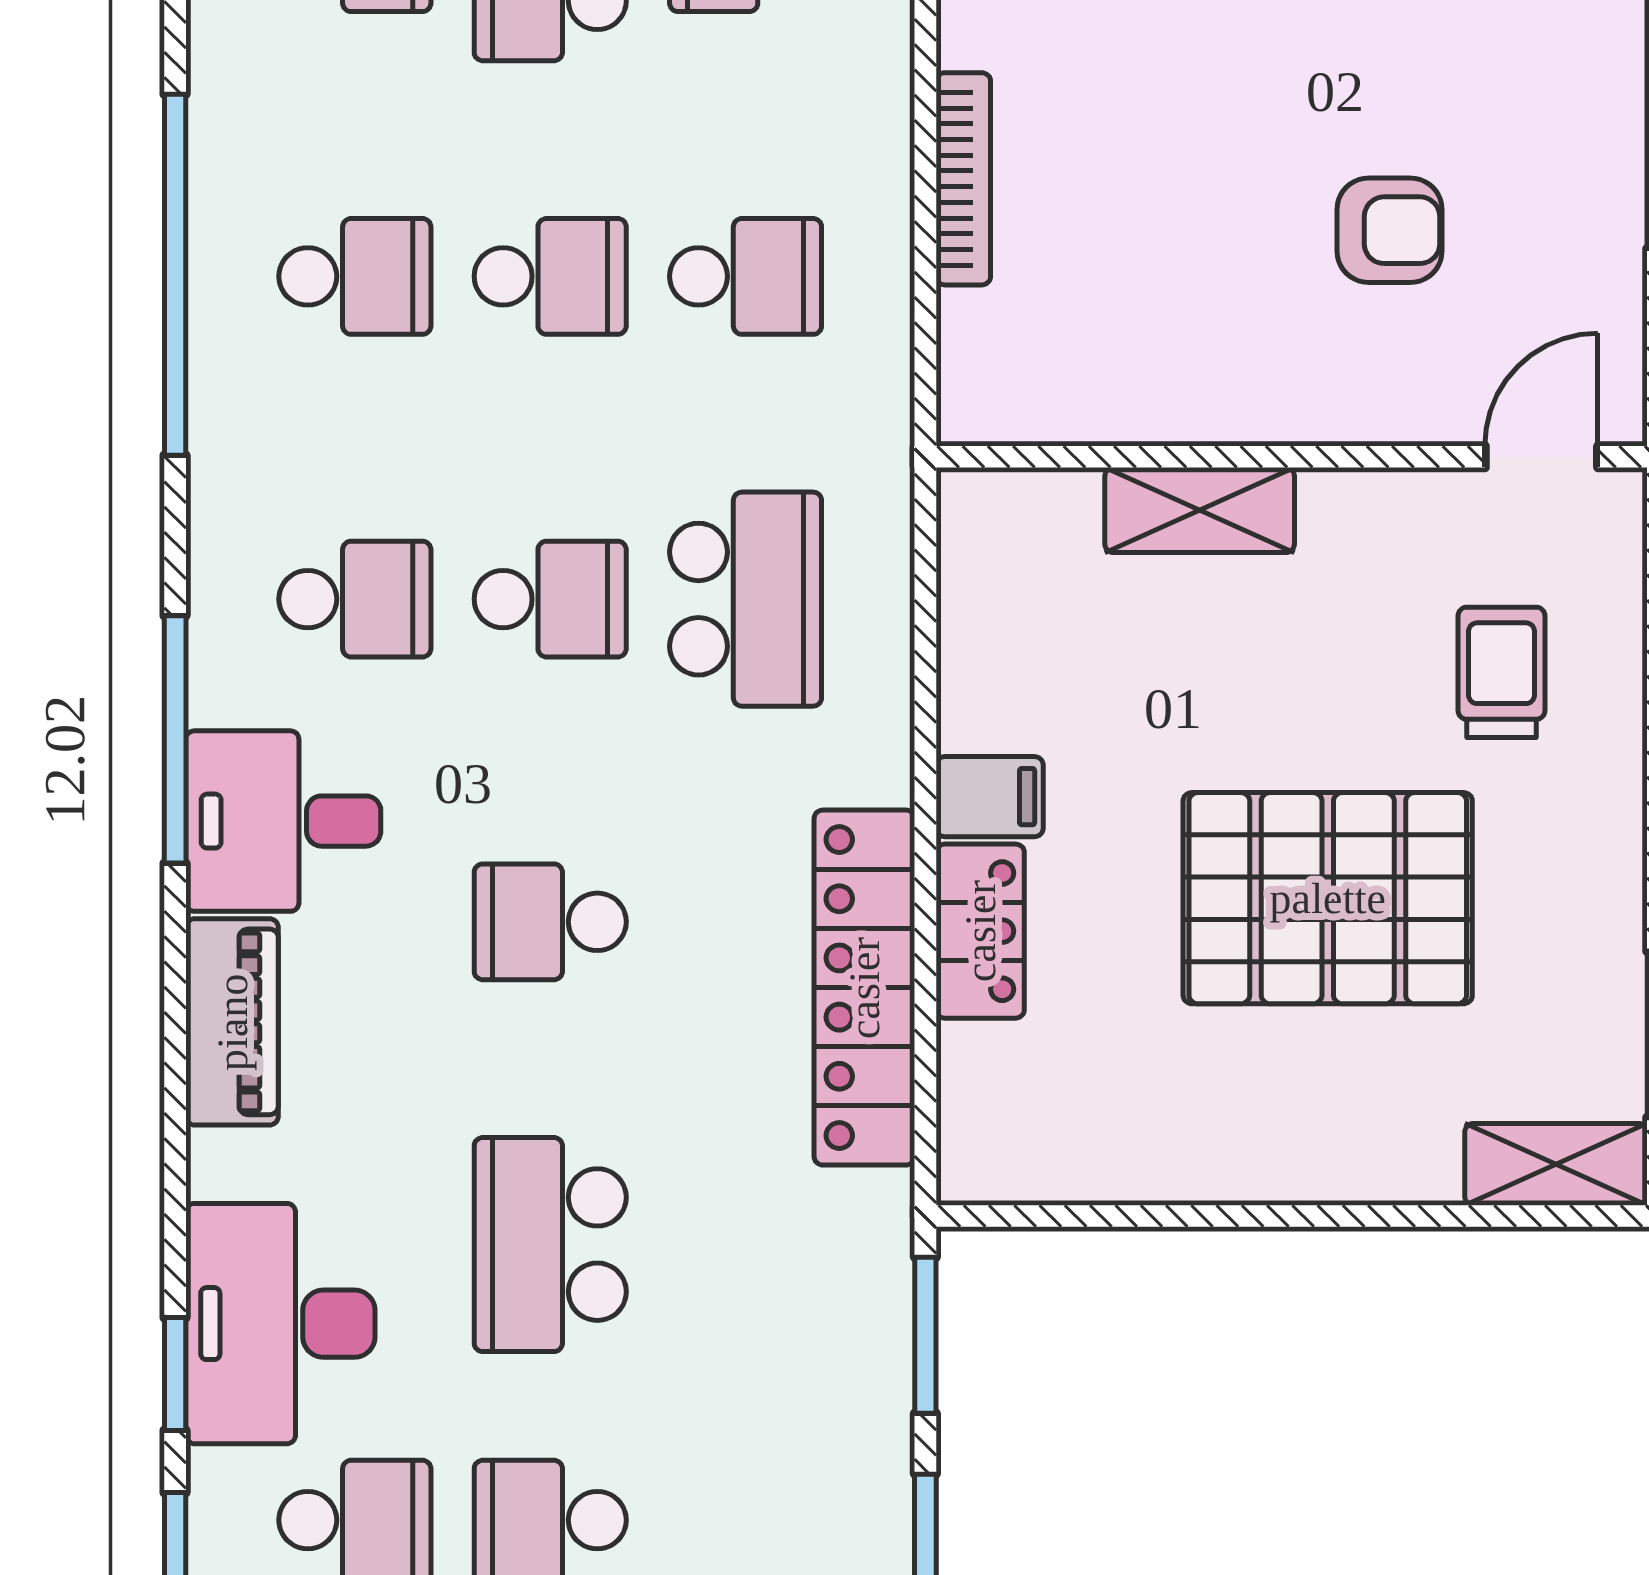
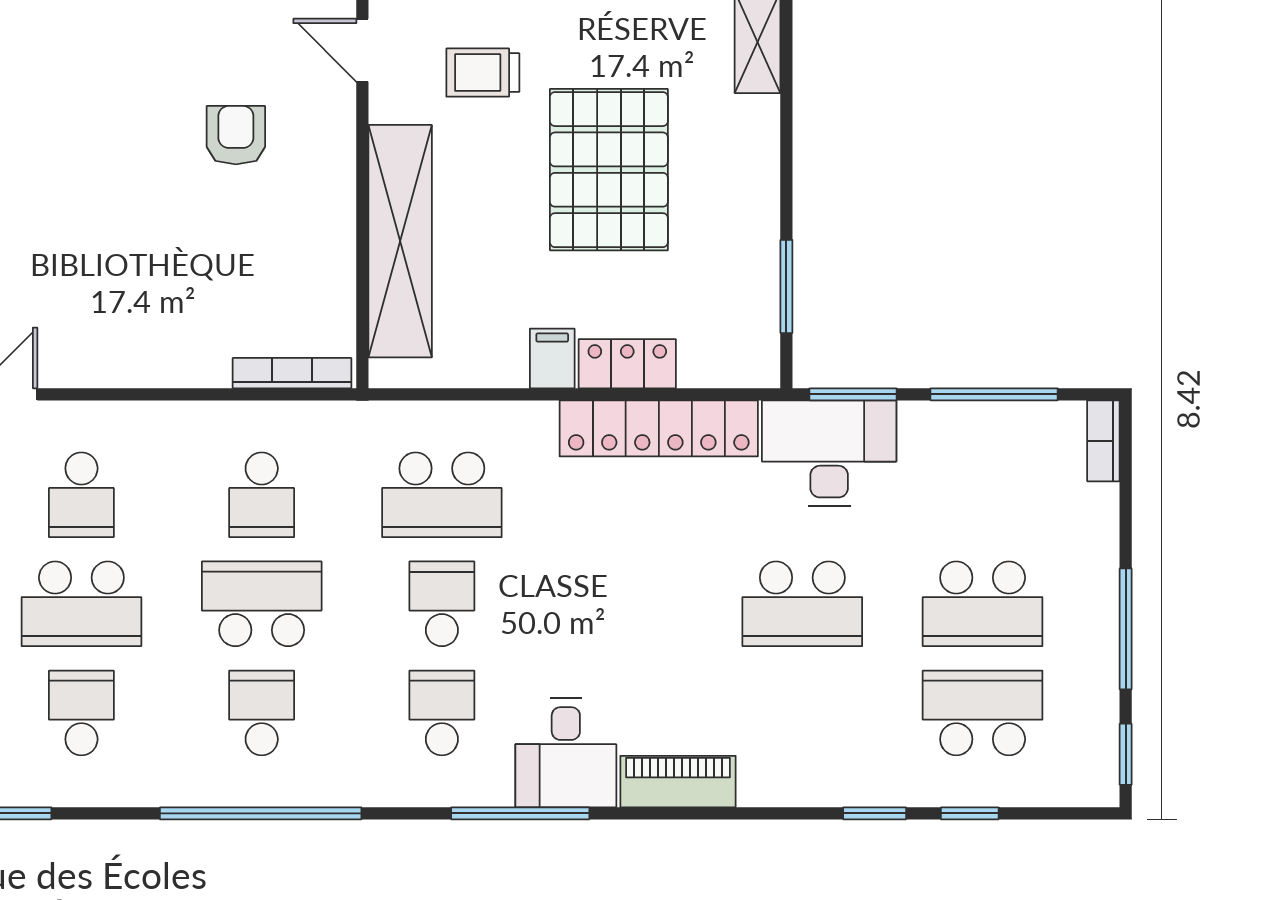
bookcase: (963, 179) -> (292, 373), moved
school desk: (550, 276) -> (262, 604), width x1.85
school desk: (746, 276) -> (262, 495), turned 180
shelving: (1200, 510) -> (400, 241), width x2.20, depth x1.33
school desk: (746, 599) -> (442, 495), turned 180
school desk: (550, 922) -> (622, 604), removed
window: (1119, 1216) -> (786, 286), added
desk: (280, 1324) -> (829, 453), moved, turned 180

